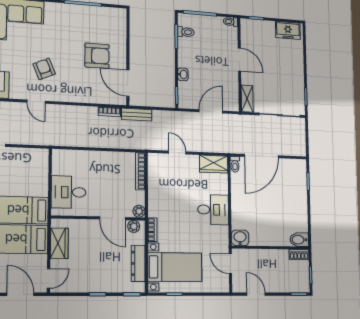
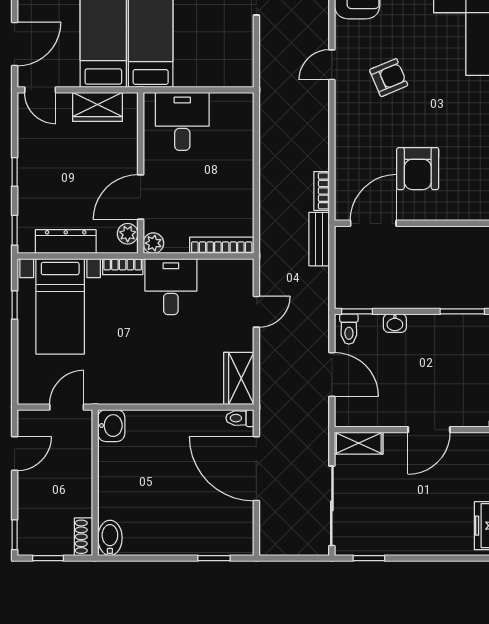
toilet: (186, 32) -> (349, 329), moved
desk: (213, 210) -> (171, 287), moved, turned 180

